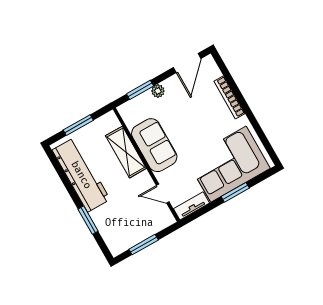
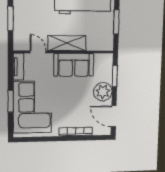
plant: (158, 91) -> (103, 92), width x1.87, depth x1.87
shelving: (126, 152) -> (67, 43), moved
door: (163, 194) -> (38, 52), hinge flipped

